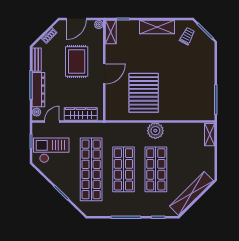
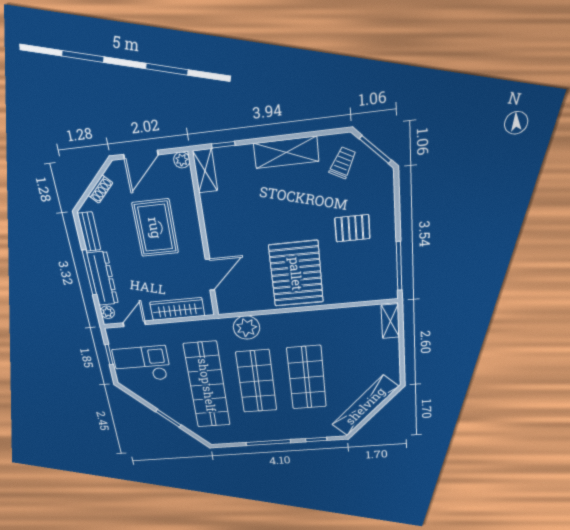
door: (104, 74) -> (210, 275), moved
pallet: (190, 74) -> (352, 228), added
pallet: (144, 93) -> (296, 274), moved
plant: (155, 131) -> (246, 328), moved

